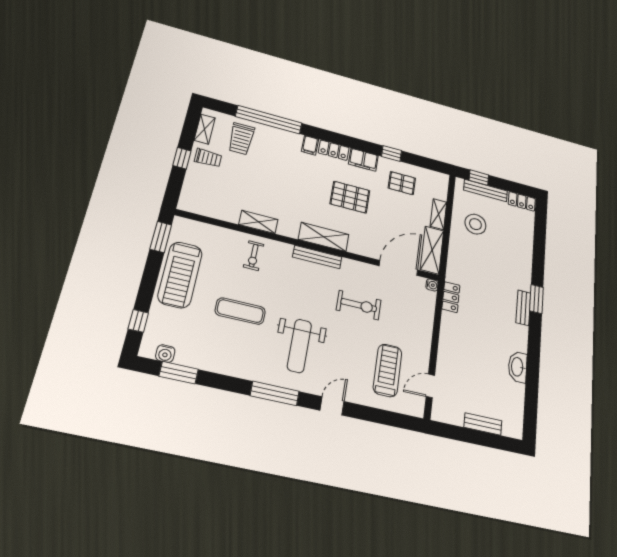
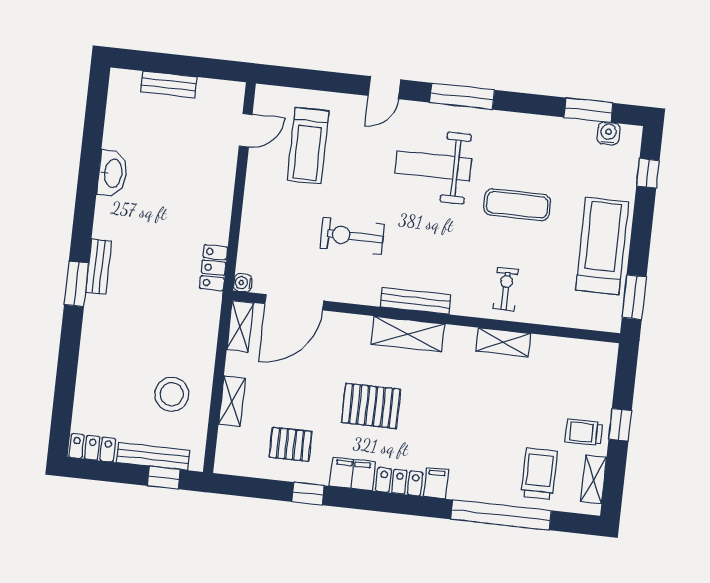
shelving: (432, 250) -> (240, 327), width x0.67, depth x0.75
weight bench: (299, 346) -> (433, 166), turned -90

